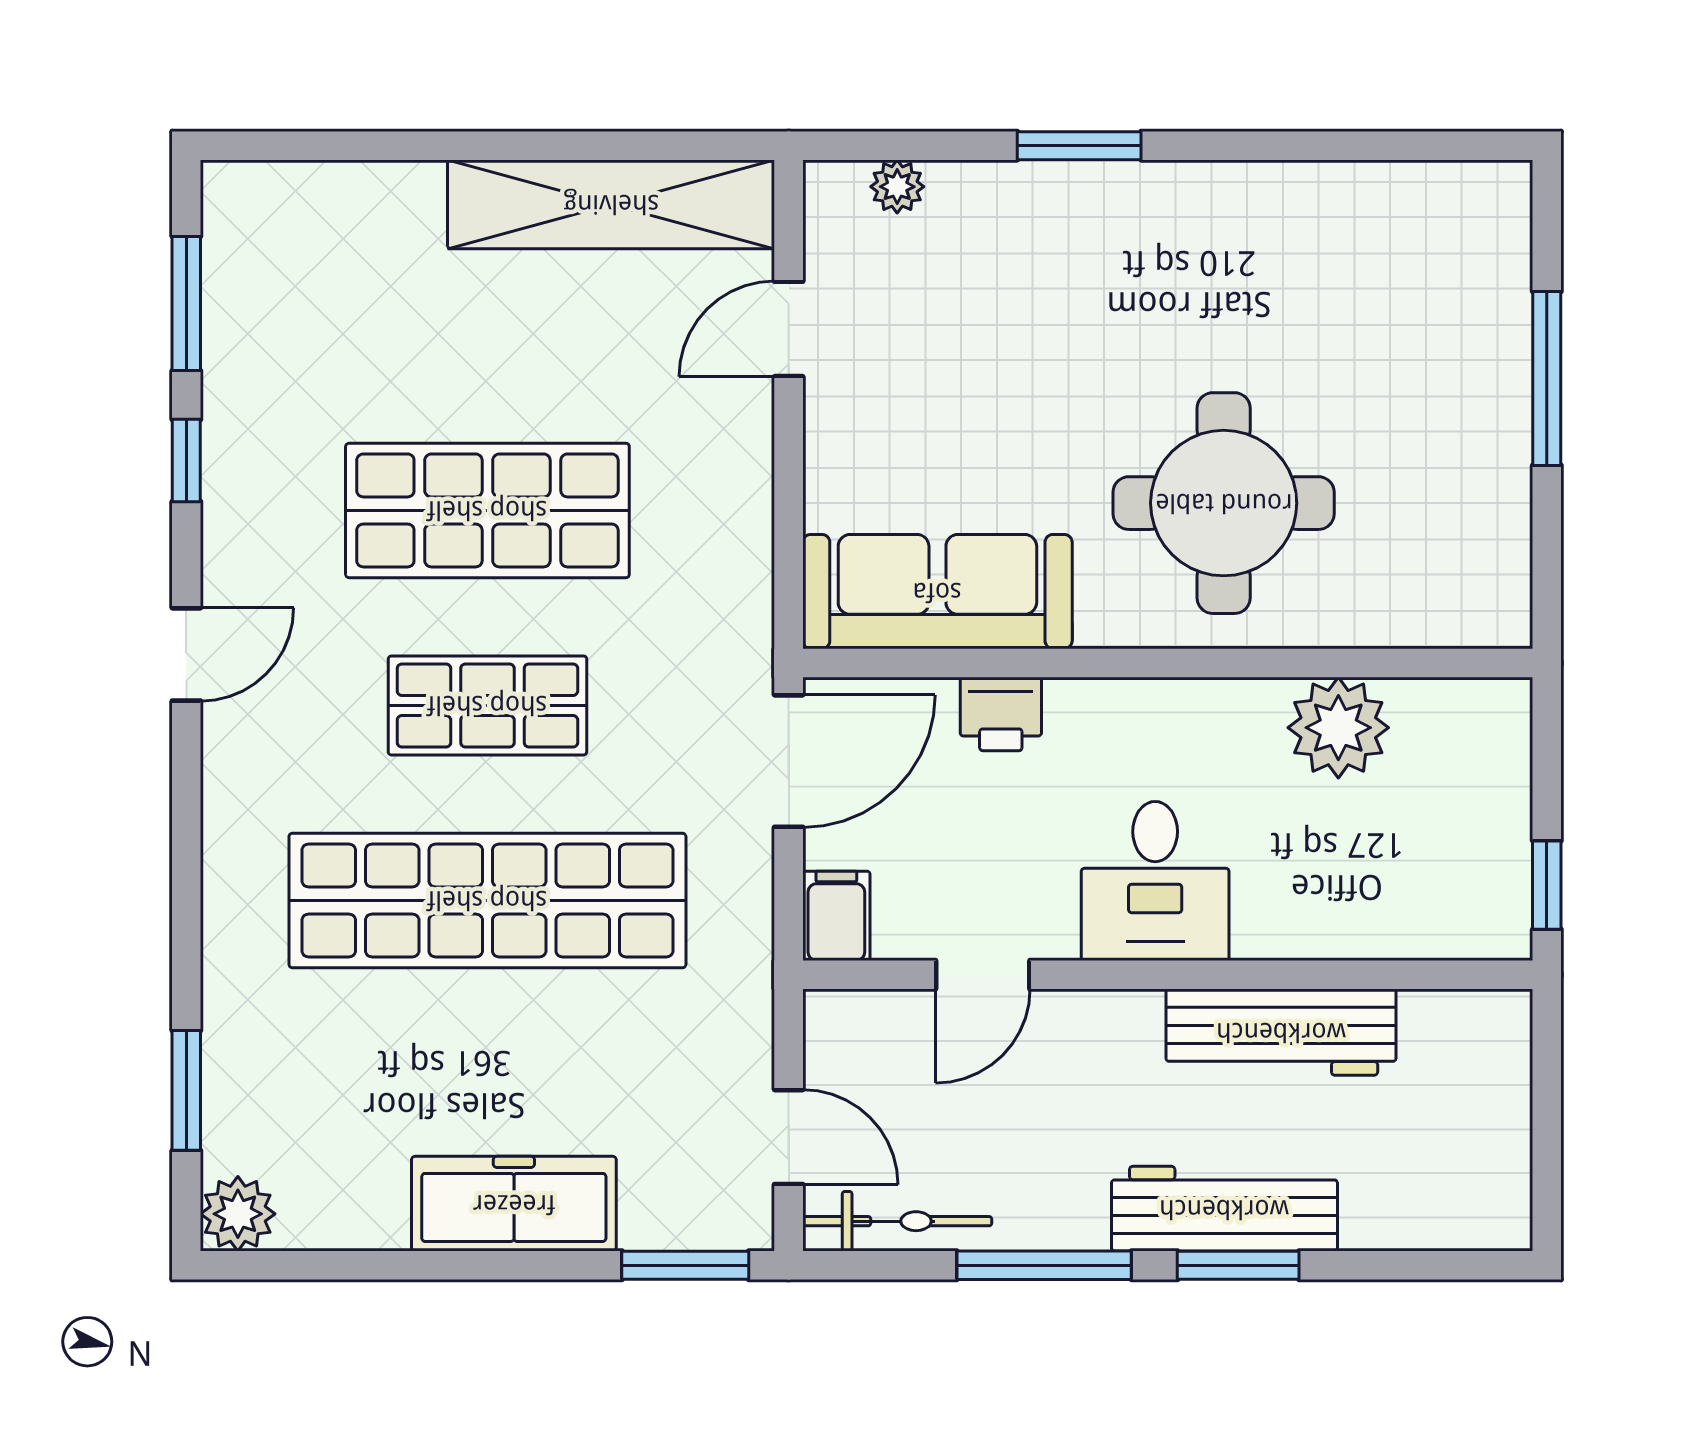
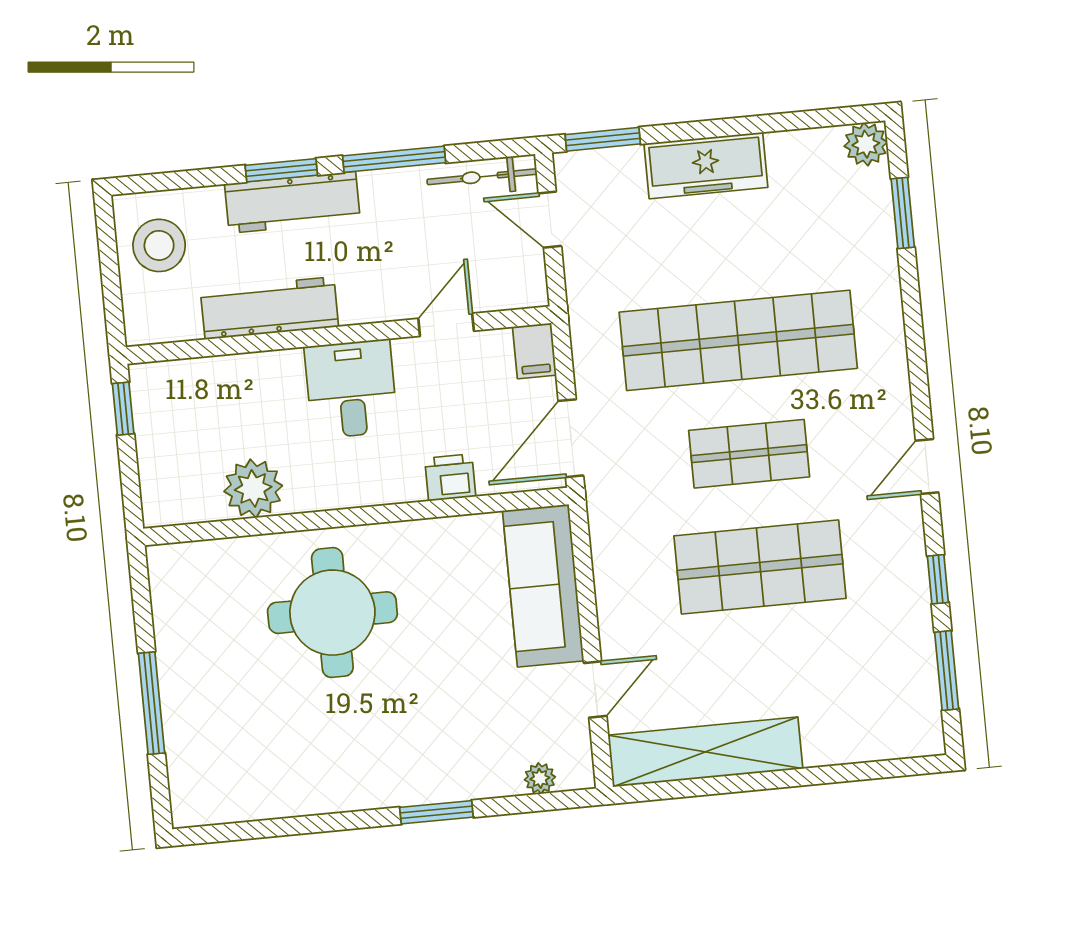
sofa: (937, 592) -> (543, 586), moved, turned 90
stool: (1459, 1157) -> (159, 245), added

